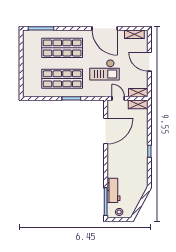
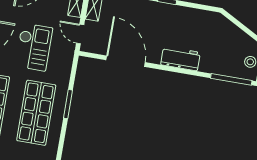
door: (118, 98) -> (80, 34), hinge flipped
workbench: (113, 190) -> (180, 59), moved

